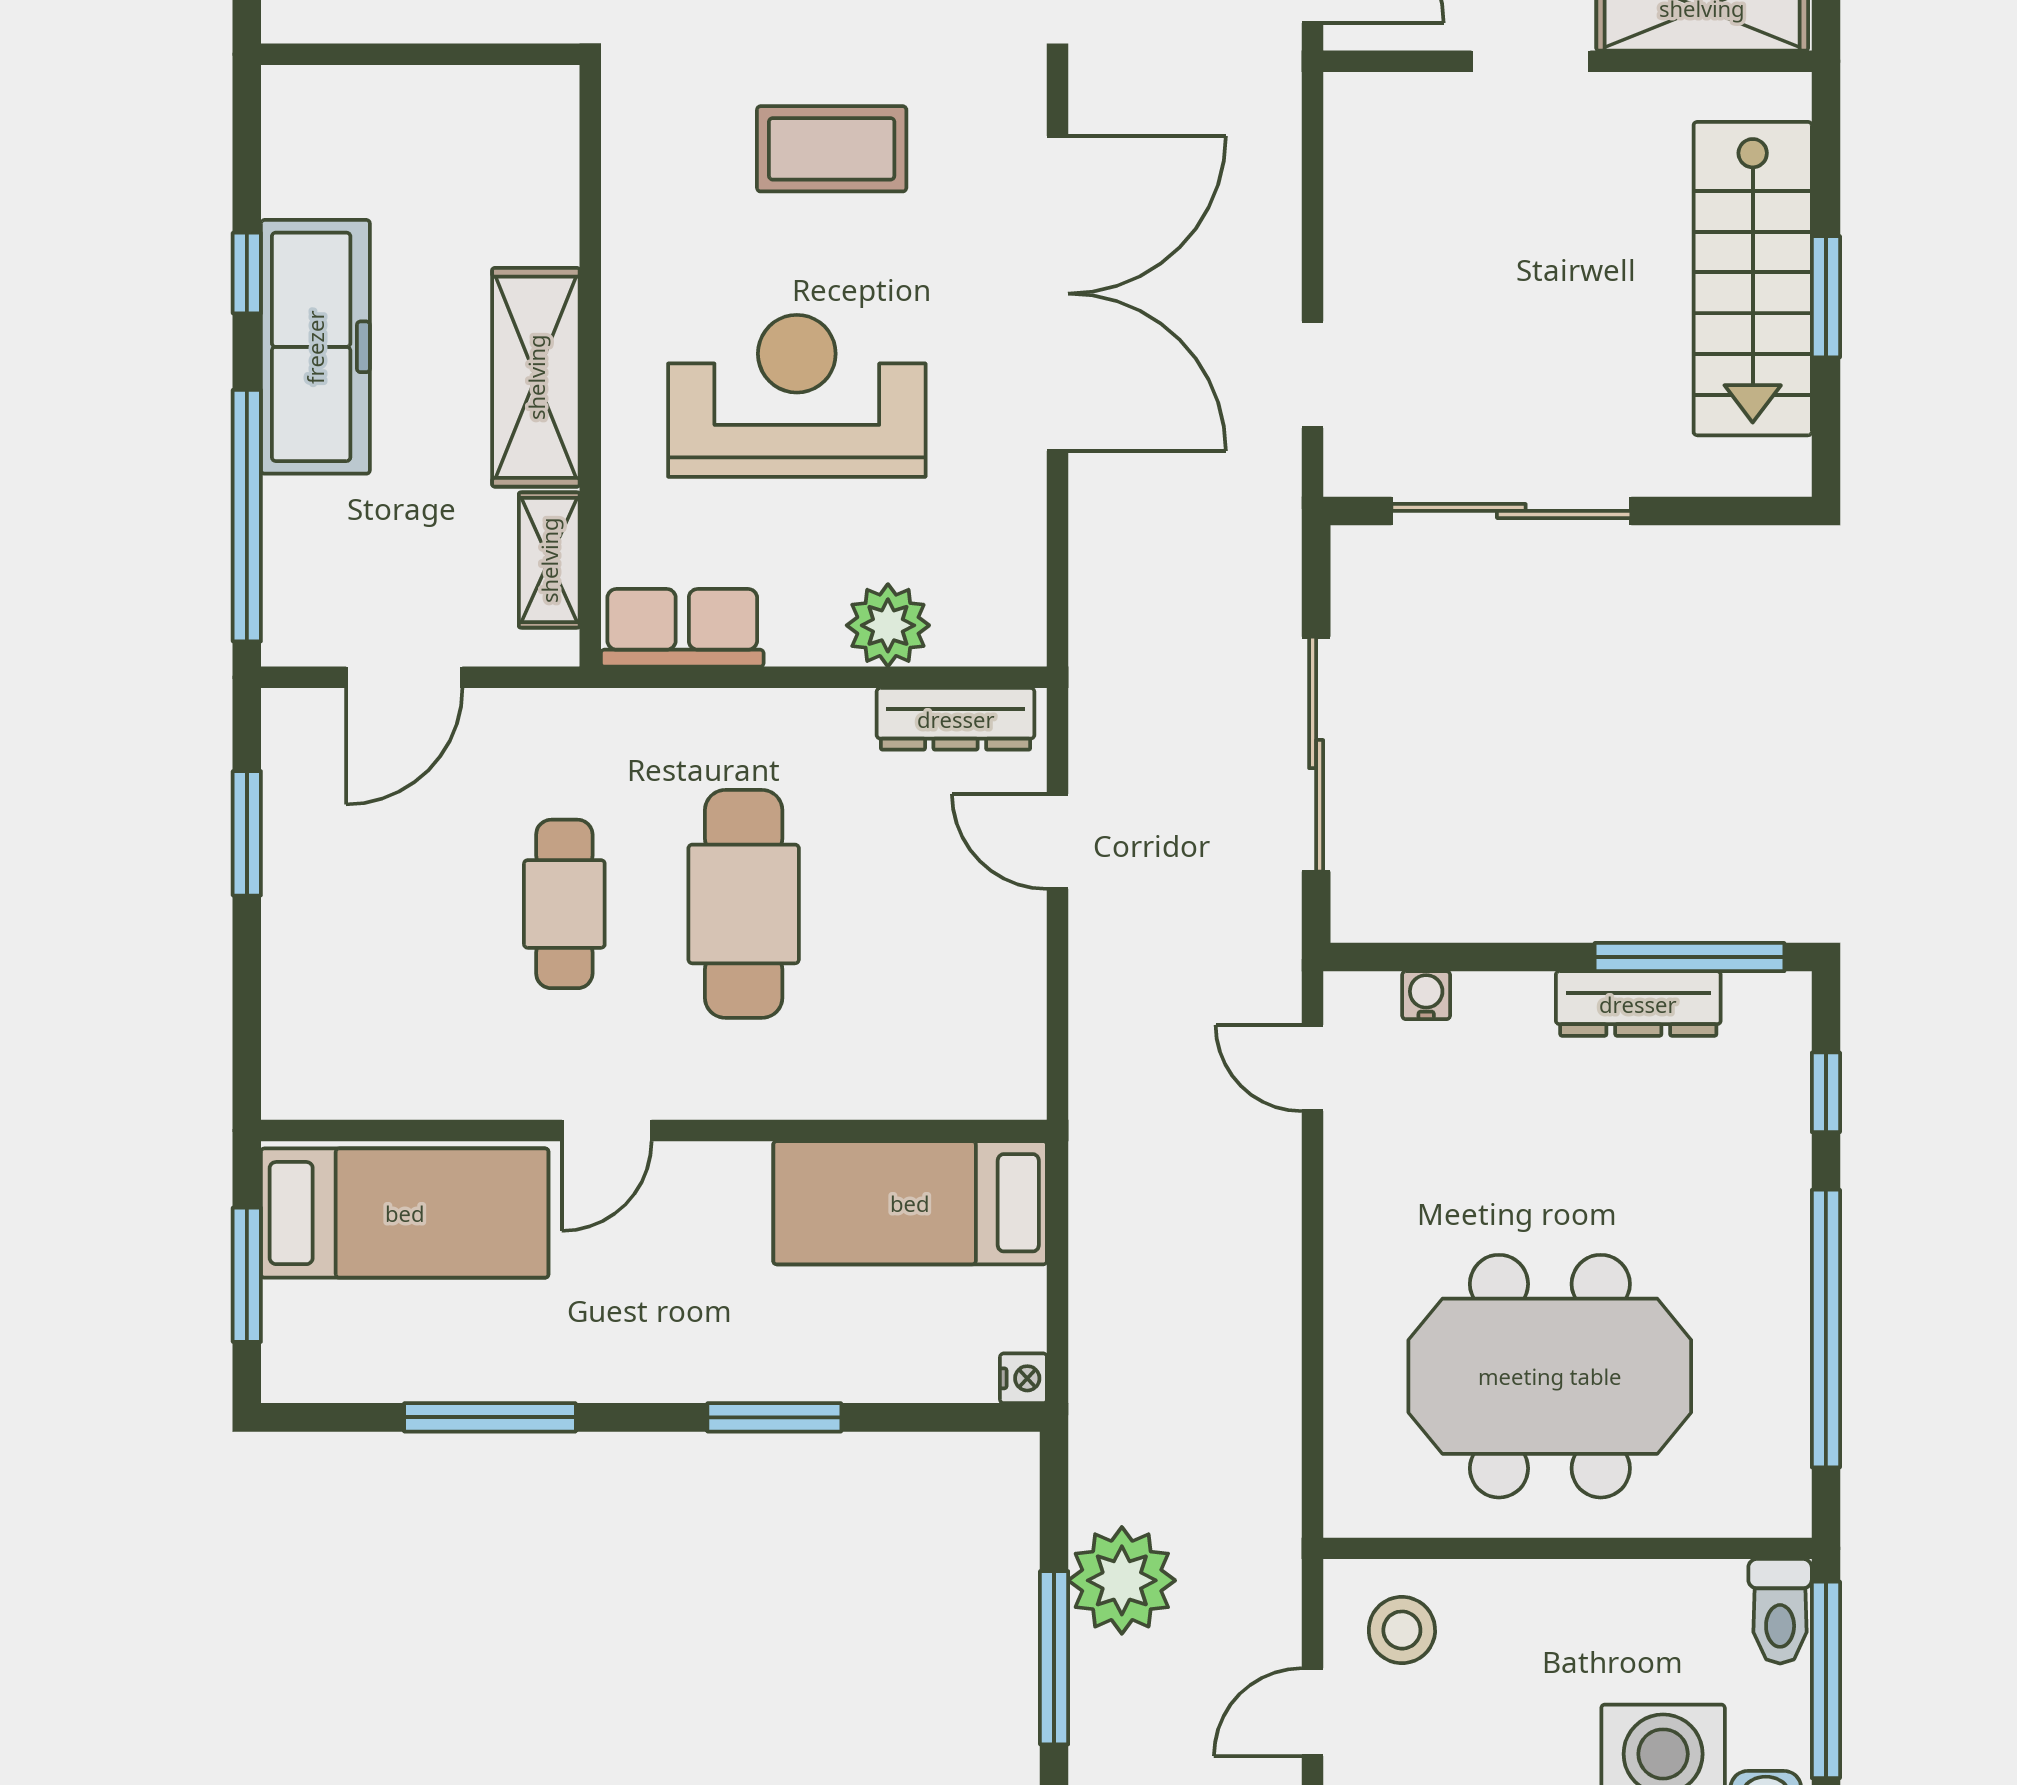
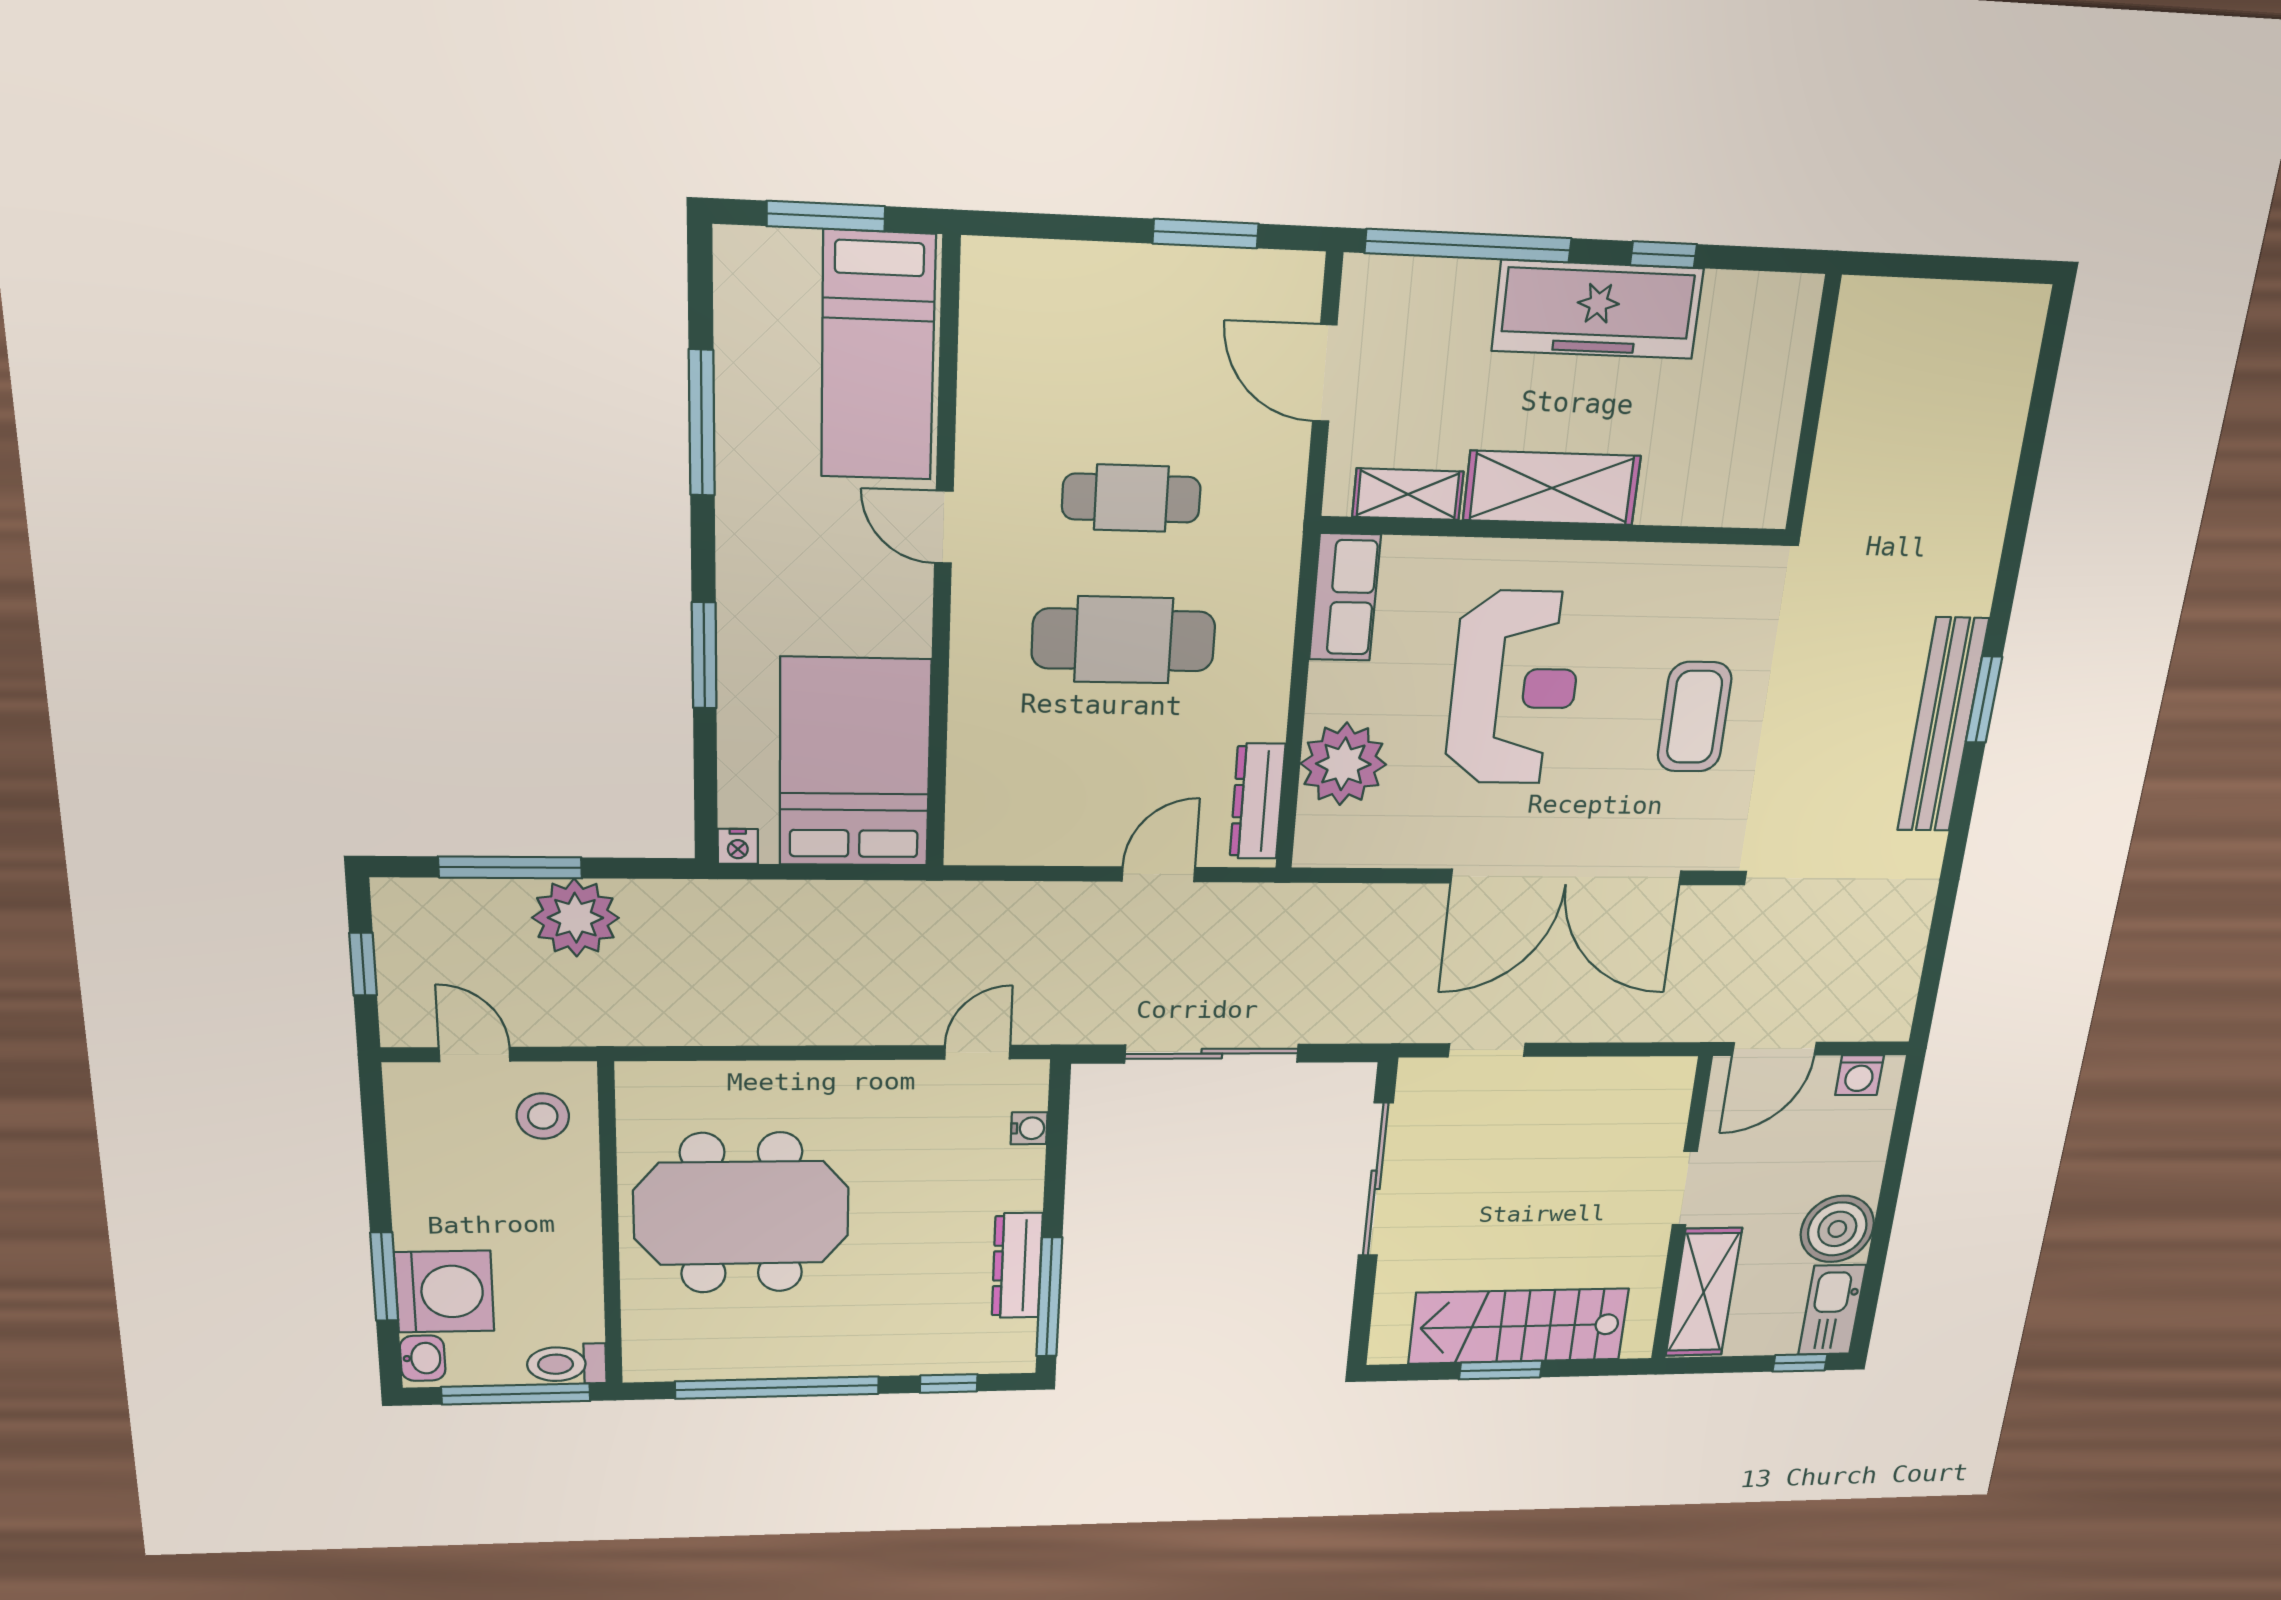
plant: (888, 625) -> (1343, 764), width x1.36, depth x1.36
bed: (910, 1203) -> (855, 763), width x1.50
meeting table: (1550, 1376) -> (741, 1213), turned 90

